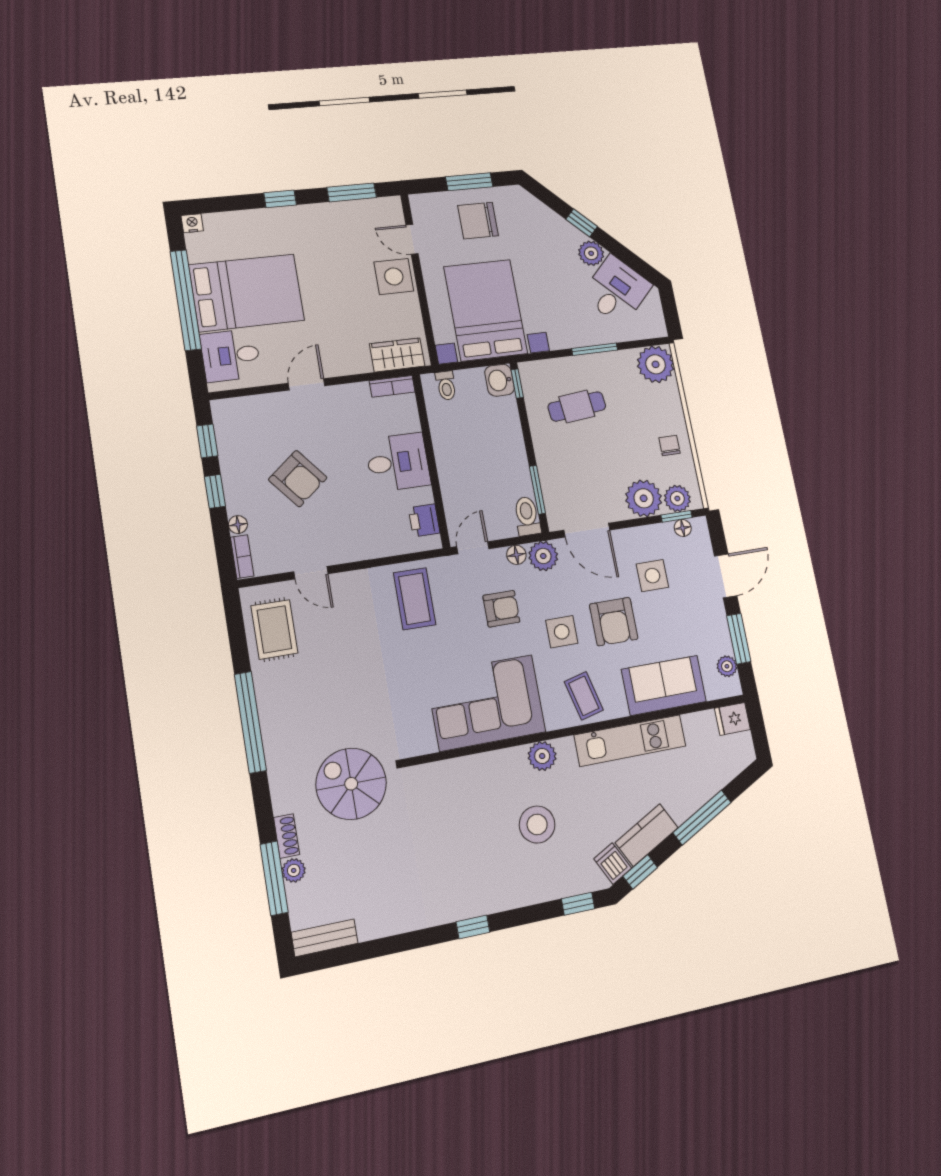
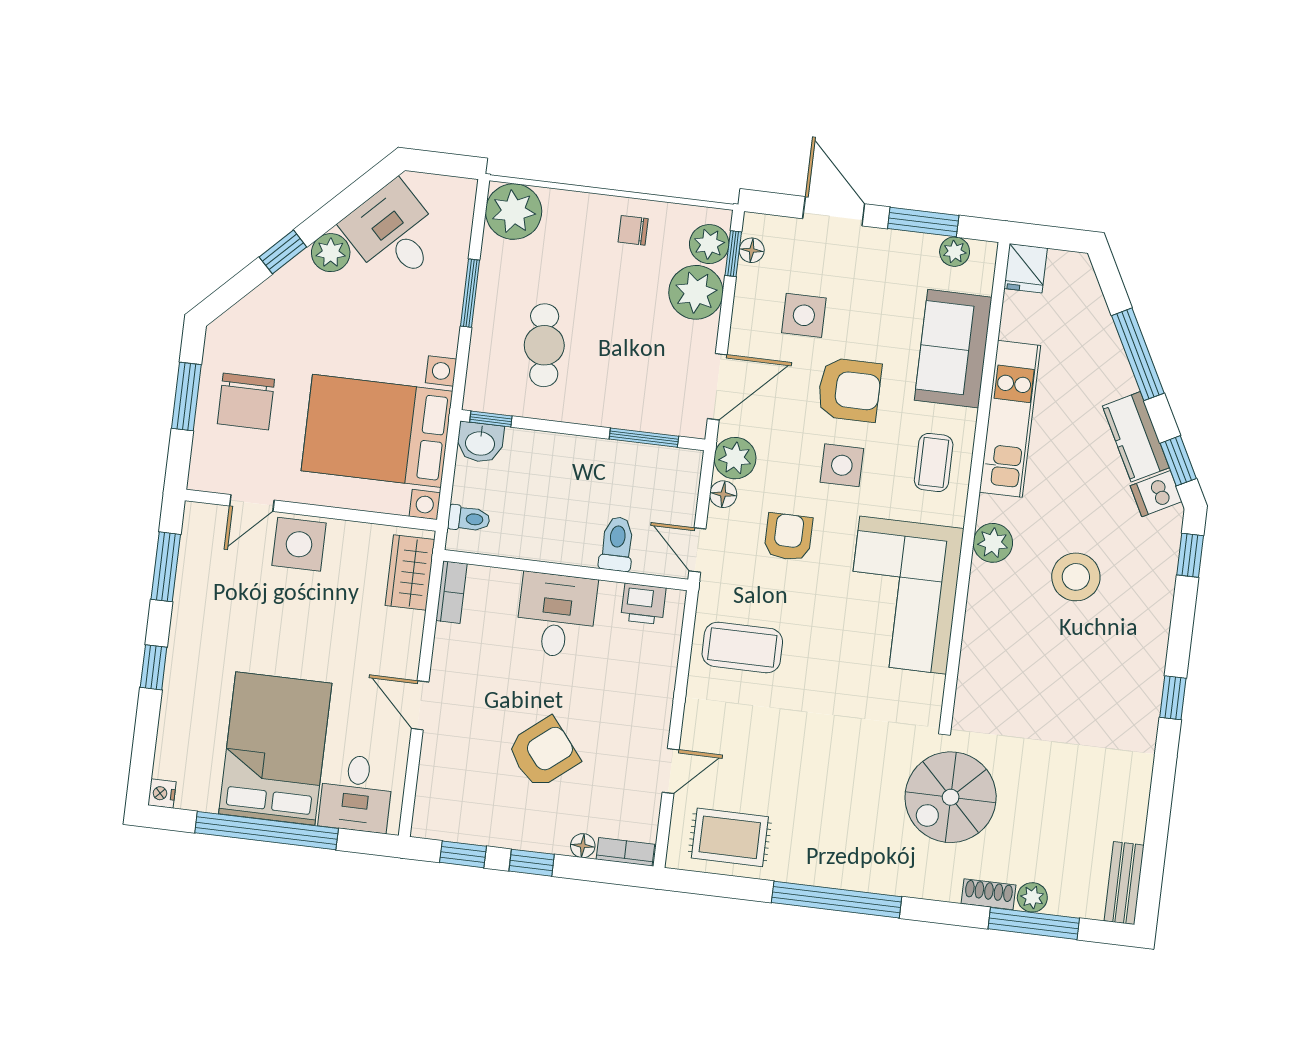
toilet: (527, 516) -> (617, 544), moved, turned 90
coffee table: (584, 696) -> (934, 462), turned -76

